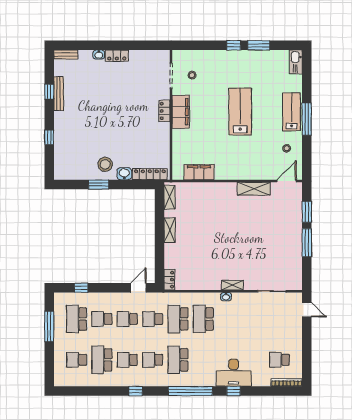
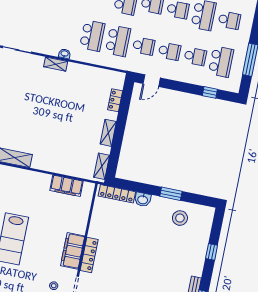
locker: (164, 111) -> (89, 255), width x1.53
stool: (105, 164) -> (180, 218), moved
locker: (169, 280) -> (115, 100), moved

